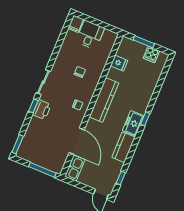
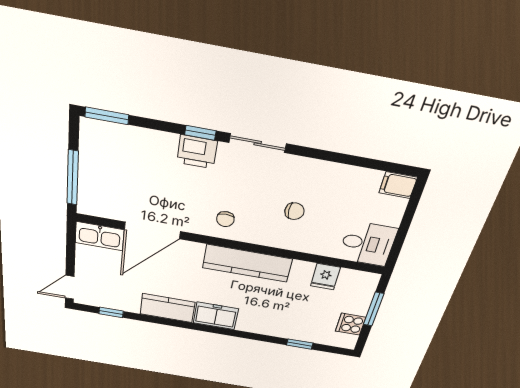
desk: (90, 35) -> (368, 244), moved
window: (145, 119) -> (300, 344), moved

